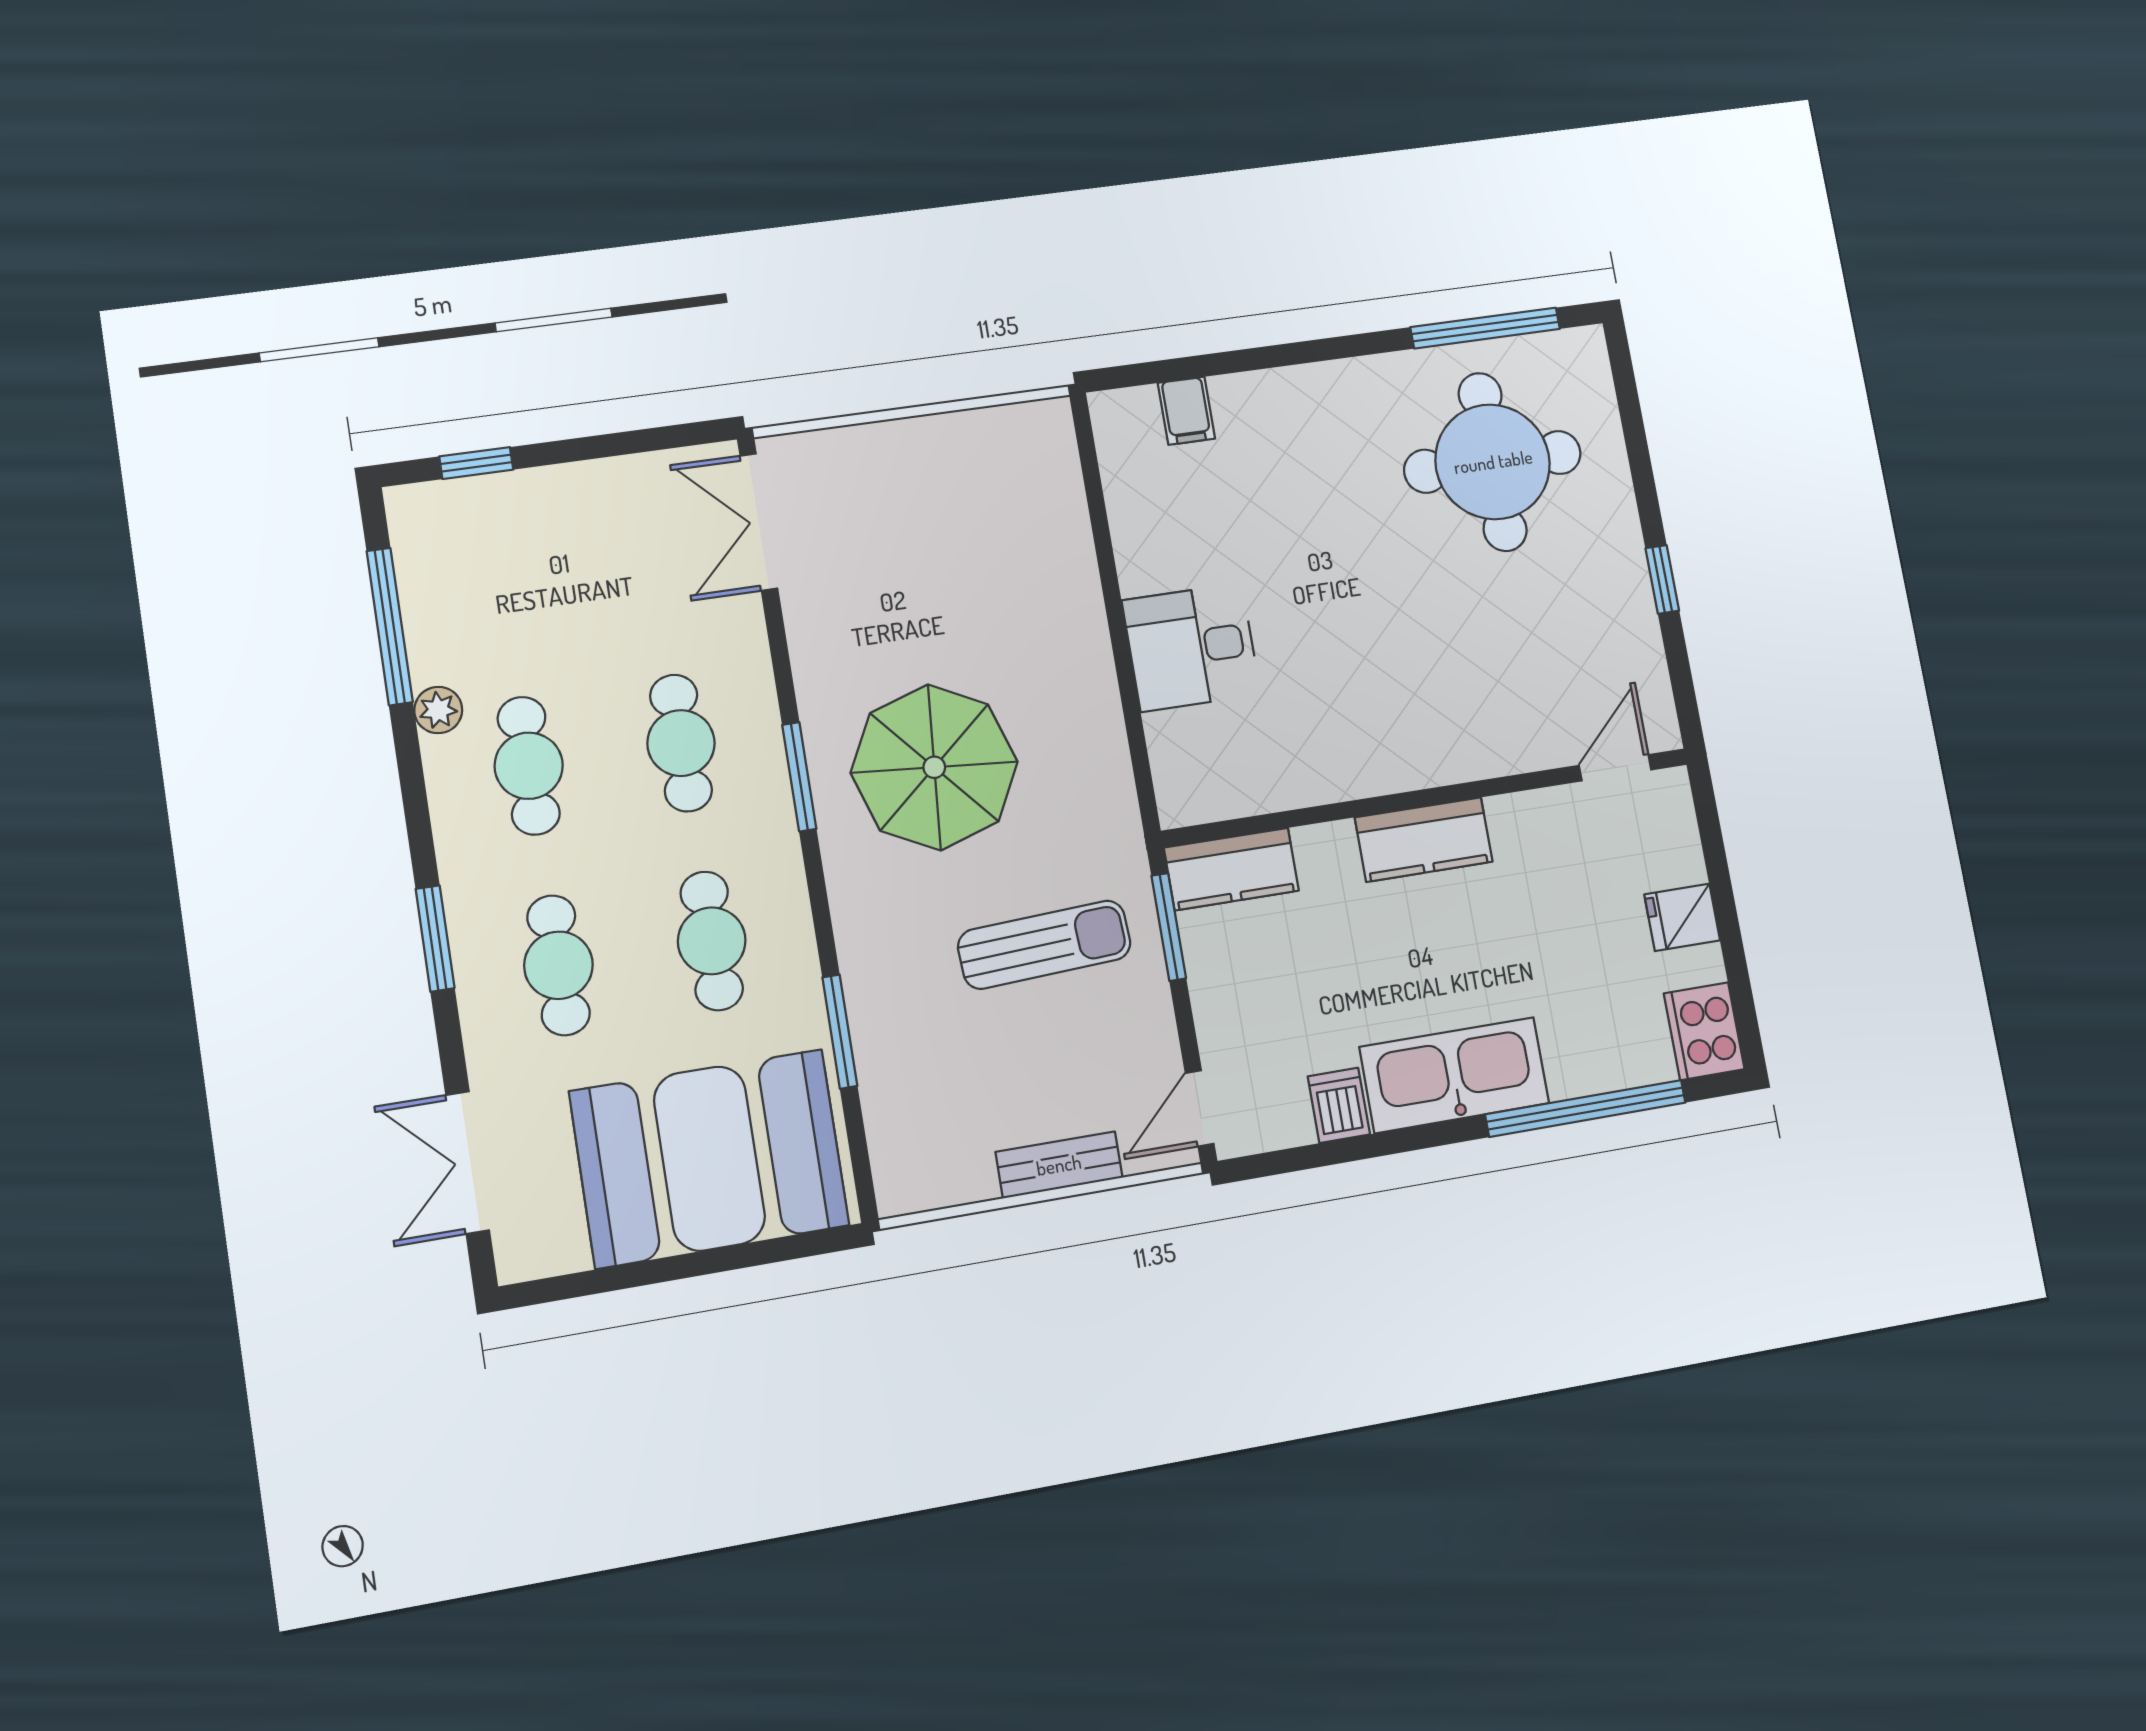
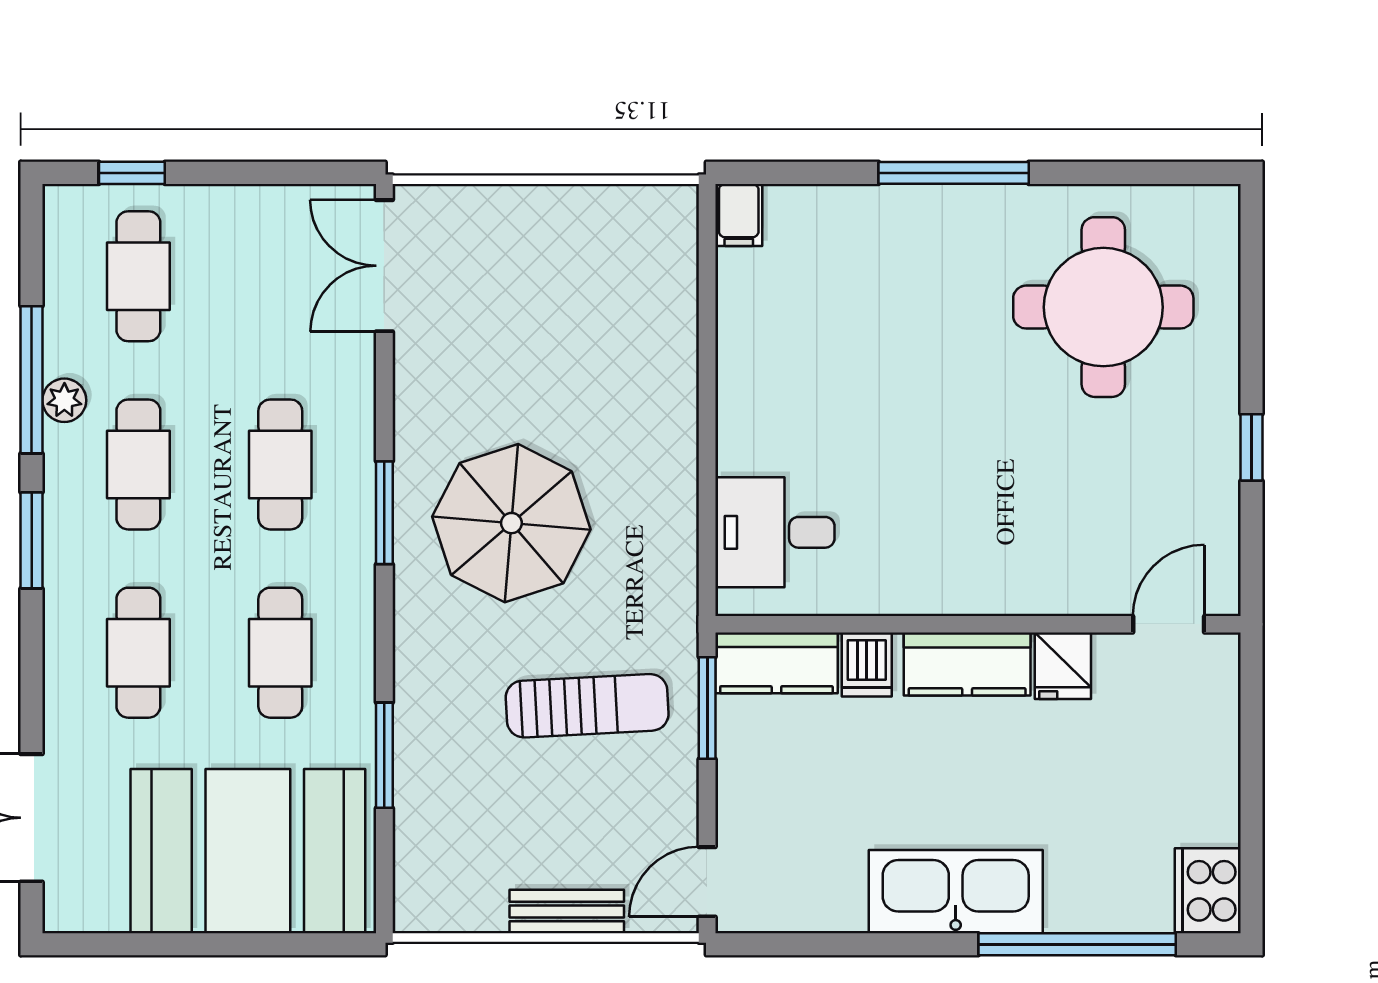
window: (1485, 328) -> (954, 173), moved
filing cabinet: (1186, 411) -> (739, 215), moved
cafe table: (499, 569) -> (138, 276), added
window: (390, 626) -> (32, 380), moved
desk: (1191, 647) -> (775, 532), moved
fridge: (1682, 917) -> (1063, 666), moved, turned -90
window: (435, 938) -> (32, 540), moved
dishwasher: (1339, 1105) -> (867, 664), moved, turned 180

